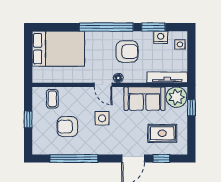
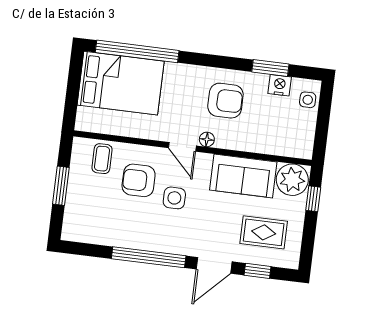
window: (106, 27) -> (137, 51), moved
tv unit: (167, 77) -> (282, 148), removed
window: (28, 119) -> (61, 186), width x1.50
armchair: (67, 127) -> (139, 180), moved
window: (74, 158) -> (149, 257), moved

